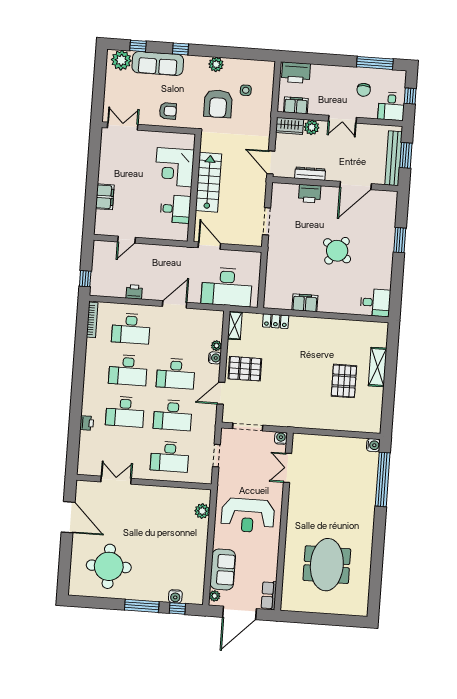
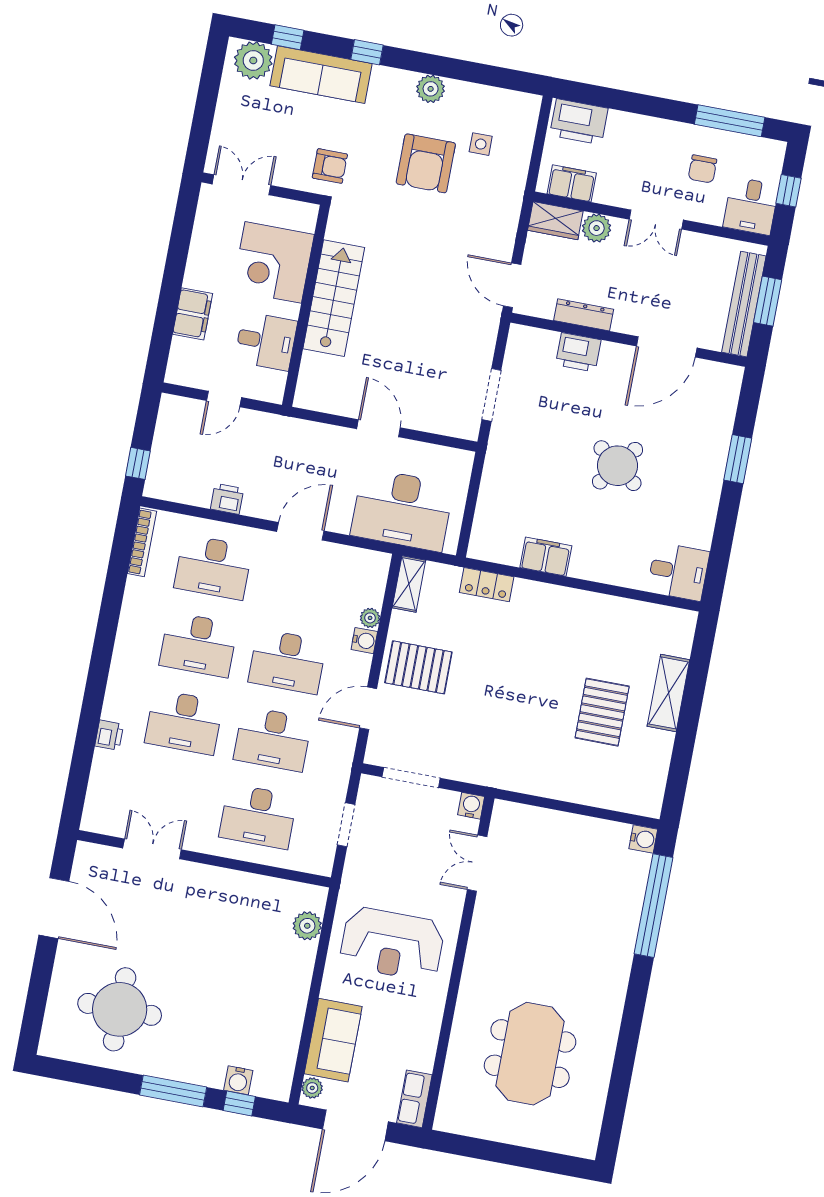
corner desk: (175, 167) -> (273, 262), moved
stairs: (208, 182) -> (334, 298), moved
wall: (194, 188) -> (306, 306), moved
desk: (175, 209) -> (266, 341), moved

